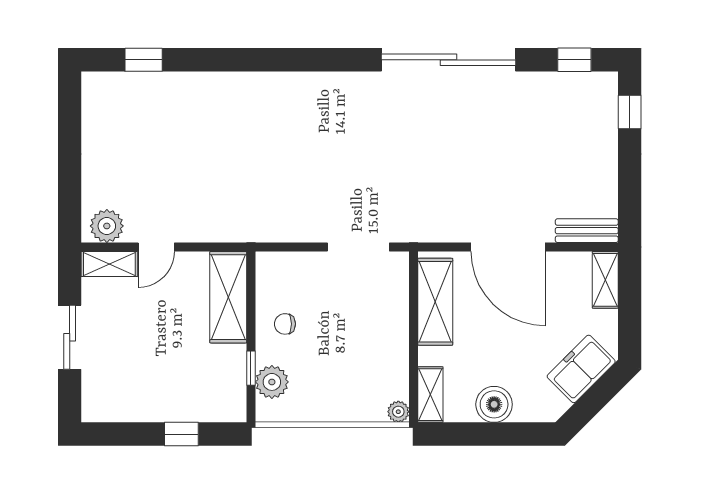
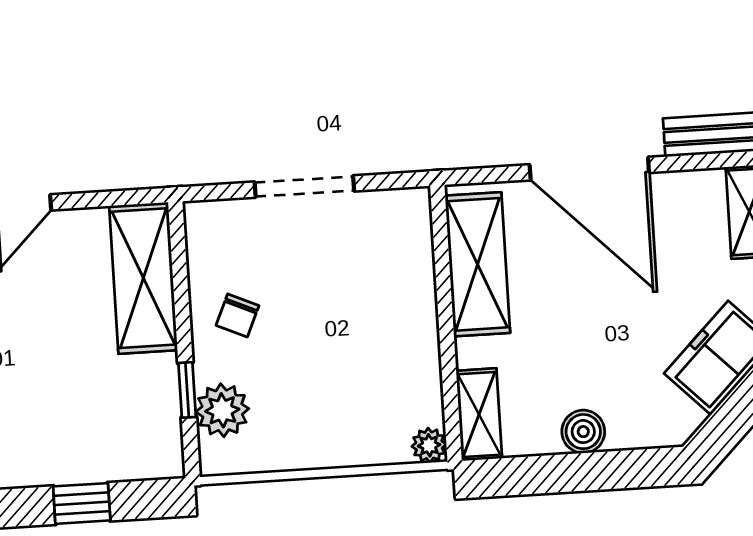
doorway: (358, 247) -> (304, 187), moved
chair: (285, 324) -> (237, 315), turned -66
boiler: (494, 404) -> (583, 432), width x0.73, depth x0.73

